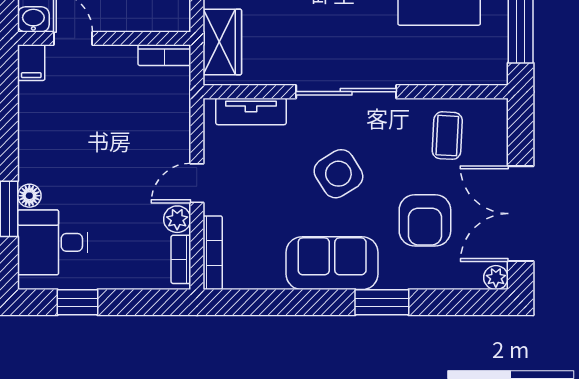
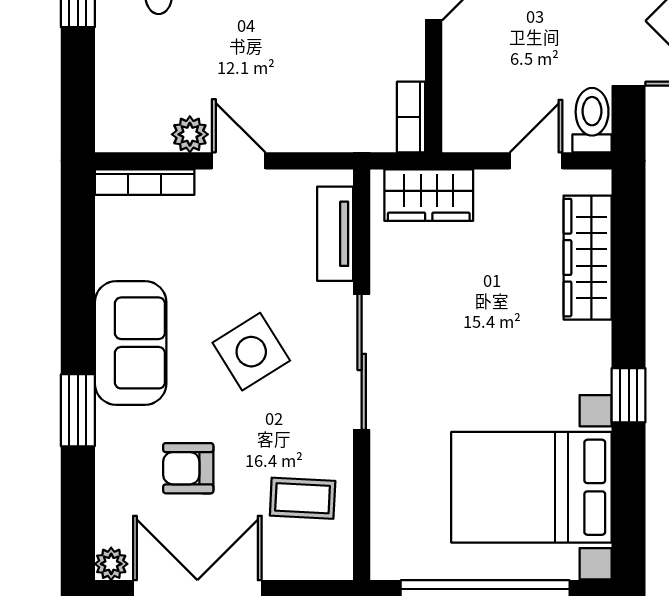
armchair: (425, 220) -> (188, 468), width x0.72, depth x0.72
bookcase: (181, 259) -> (136, 139), removed

